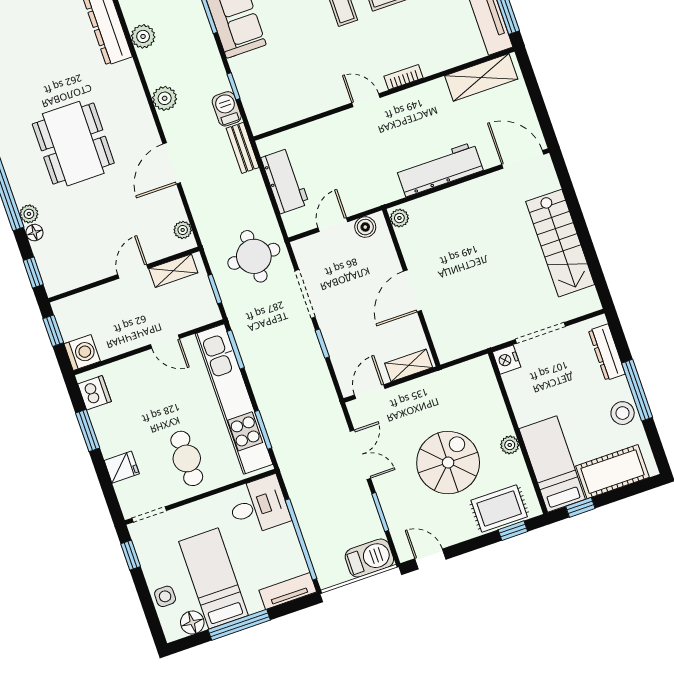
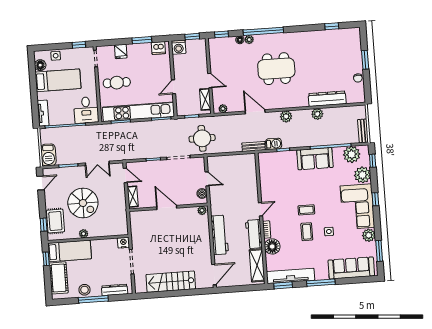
floor lamp: (435, 57) -> (272, 246), added
workbench: (285, 181) -> (254, 234), moved, turned 90
window: (239, 625) -> (33, 87), removed

